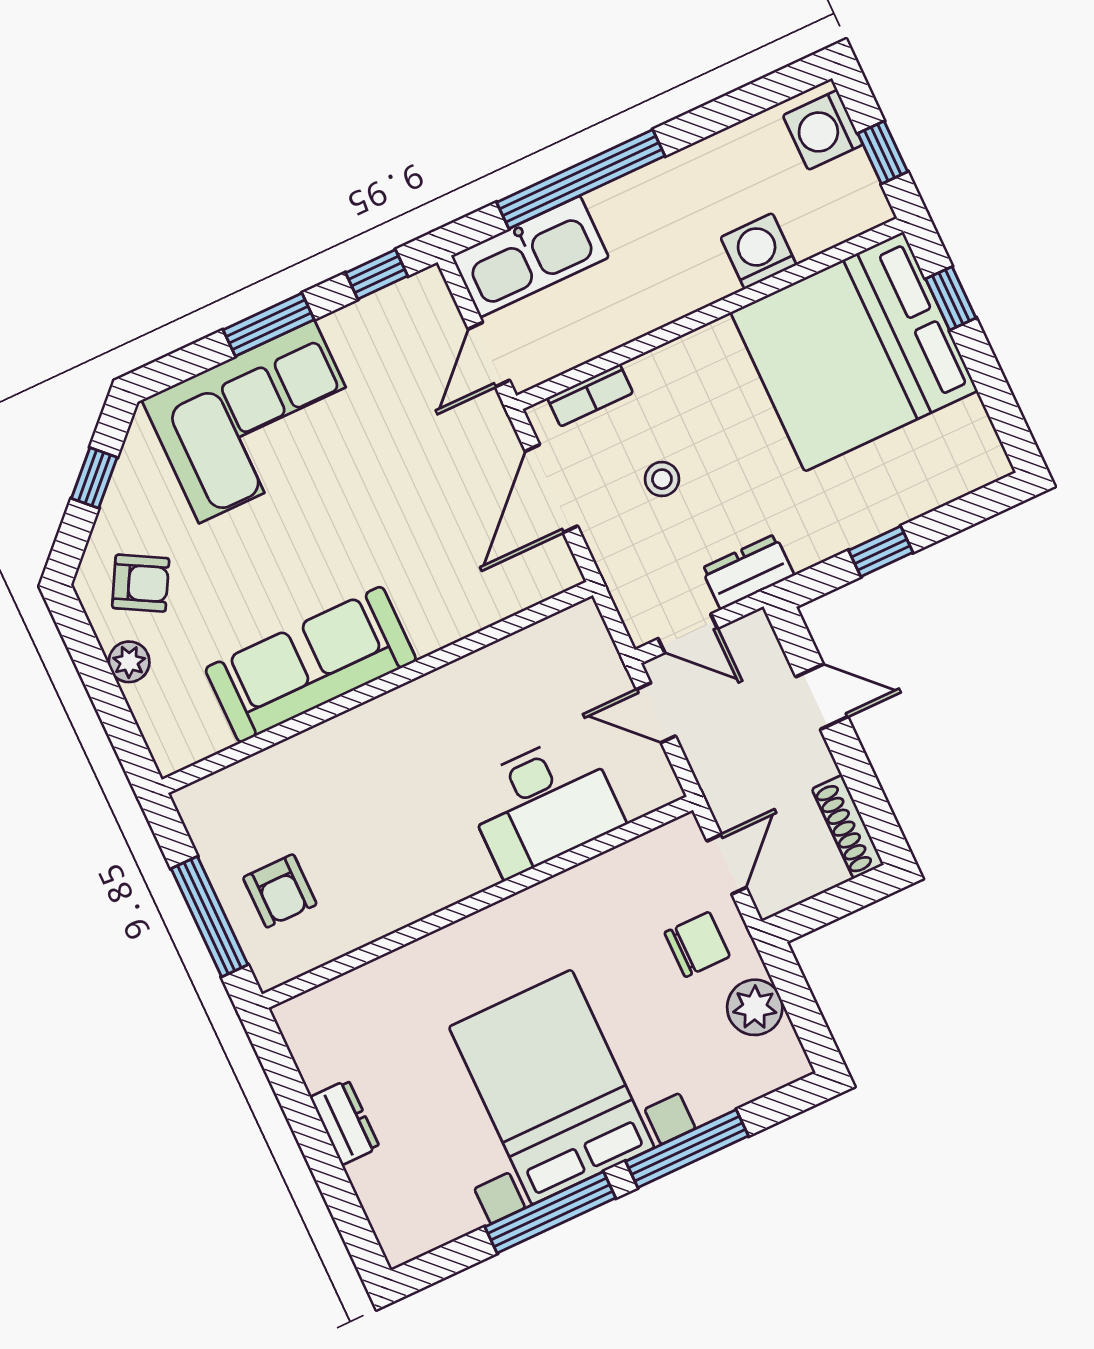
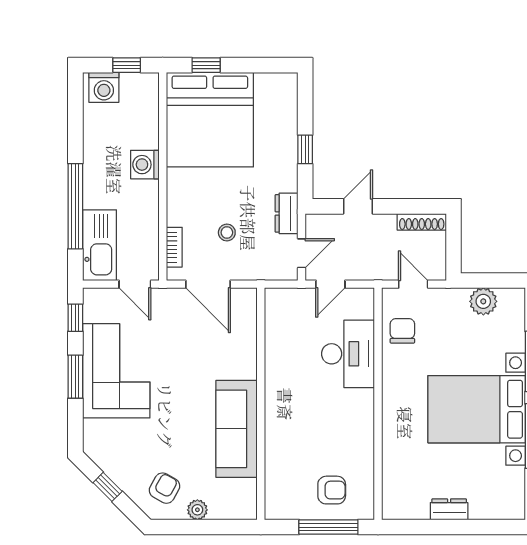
washing machine: (758, 251) -> (145, 165), moved
corner sofa: (257, 421) -> (116, 371), moved
chair: (697, 944) -> (402, 331), moved

